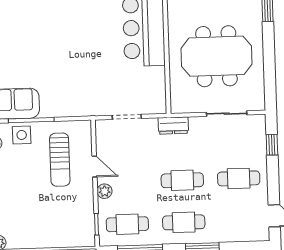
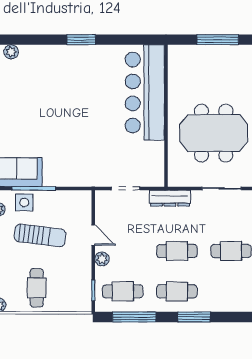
dresser: (173, 125) -> (170, 198), width x1.44
sun lounger: (60, 160) -> (40, 235), moved, turned -83
cafe table: (38, 223) -> (37, 288), added

